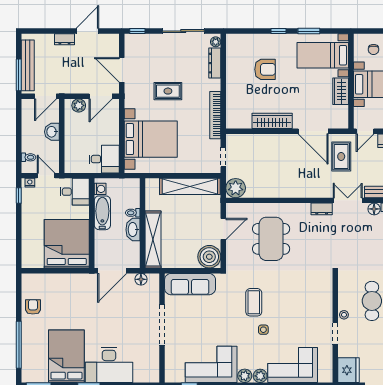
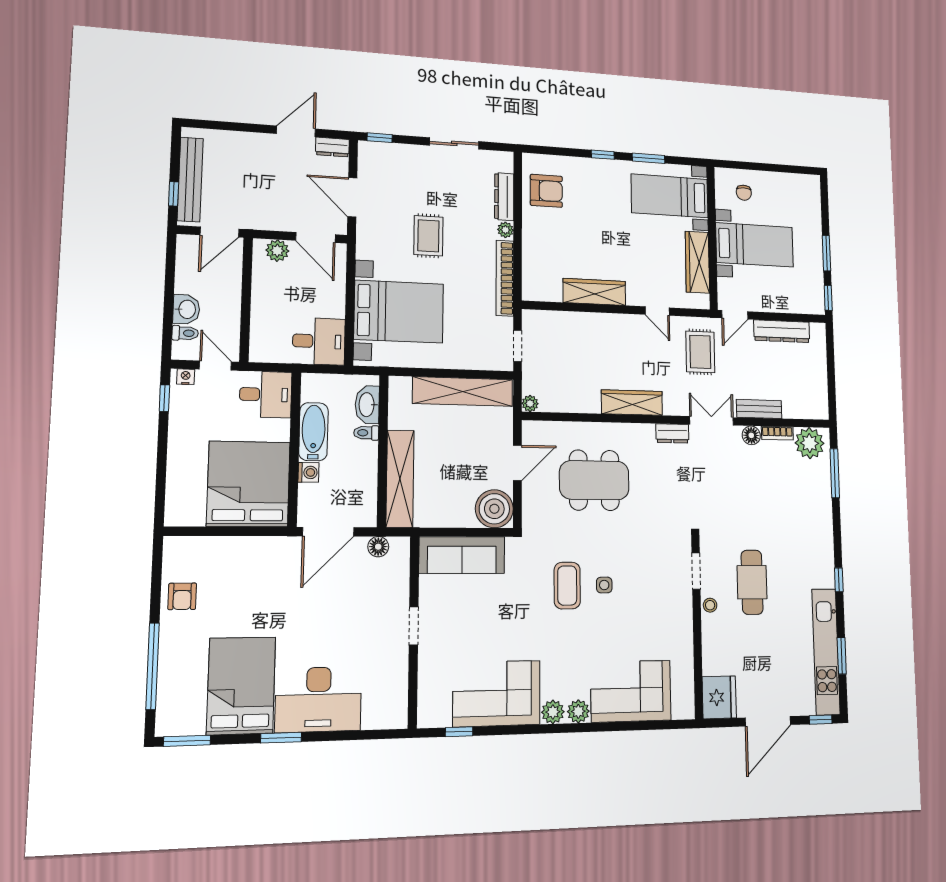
sliding door: (183, 31) -> (454, 143), width x0.73
dresser: (64, 39) -> (332, 147), moved
plant: (216, 42) -> (505, 230), moved
armchair: (265, 69) -> (546, 191), moved
window: (19, 75) -> (174, 194), width x0.46
rug: (168, 91) -> (428, 236), turned 90
wardrobe: (341, 91) -> (697, 262), width x1.50
door: (101, 96) -> (316, 237), hinge flipped
door: (313, 131) -> (657, 311), width x0.53
washbasin: (52, 132) -> (186, 309), moved, turned 180
plant: (236, 188) -> (530, 403), width x0.53, depth x0.53
washing machine: (100, 189) -> (308, 472), moved
wardrobe: (296, 190) -> (632, 403), added
washbasin: (133, 230) -> (367, 405), moved
dining table: (271, 239) -> (594, 480), turned 90
armchair: (33, 307) -> (182, 596), turned 180
doorway: (162, 325) -> (414, 626), width x0.53
side table: (263, 330) -> (604, 585), moved
doorway: (335, 334) -> (696, 571), moved

